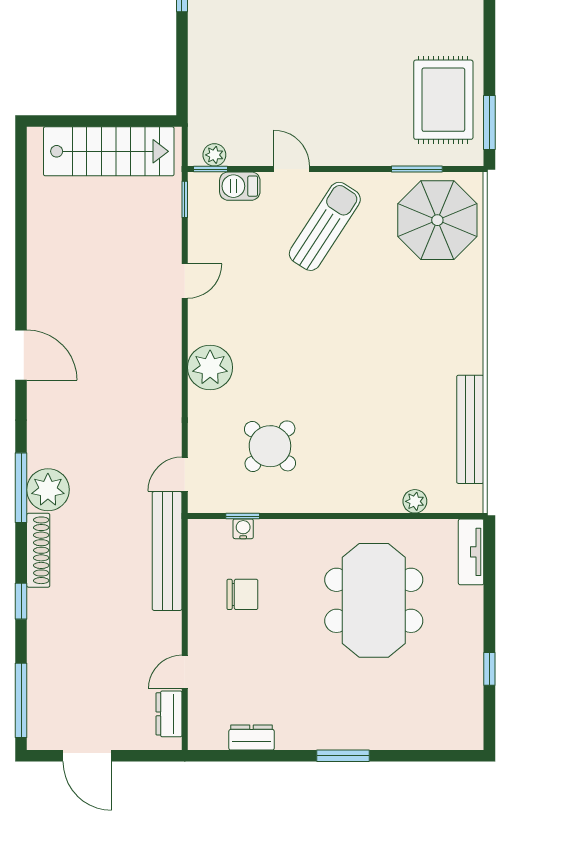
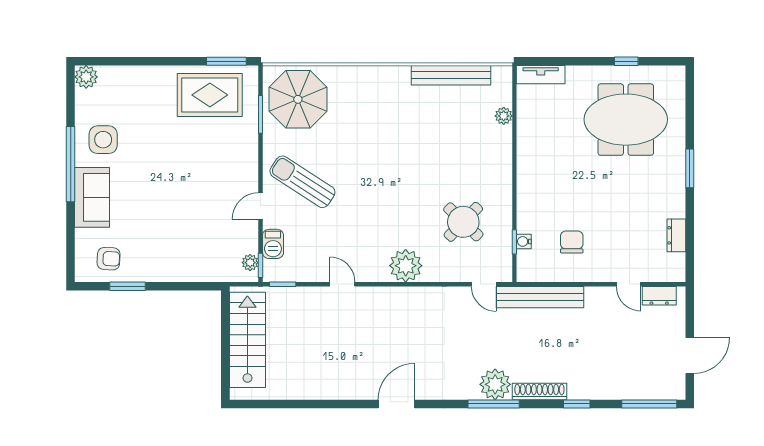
meeting table: (374, 600) -> (626, 120), moved

